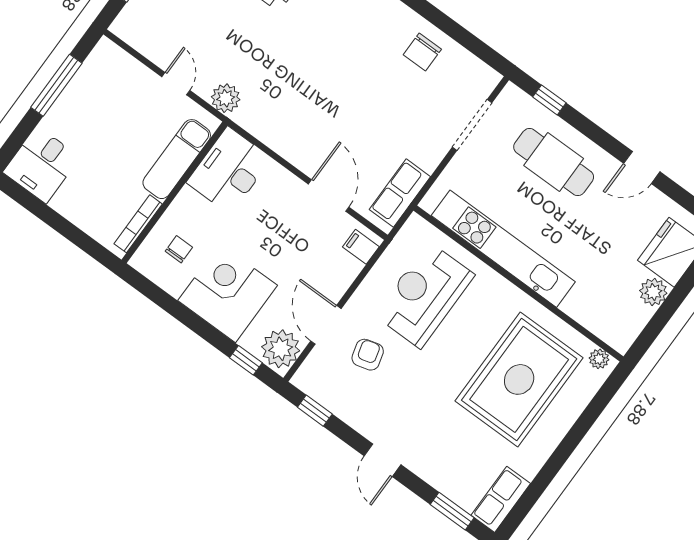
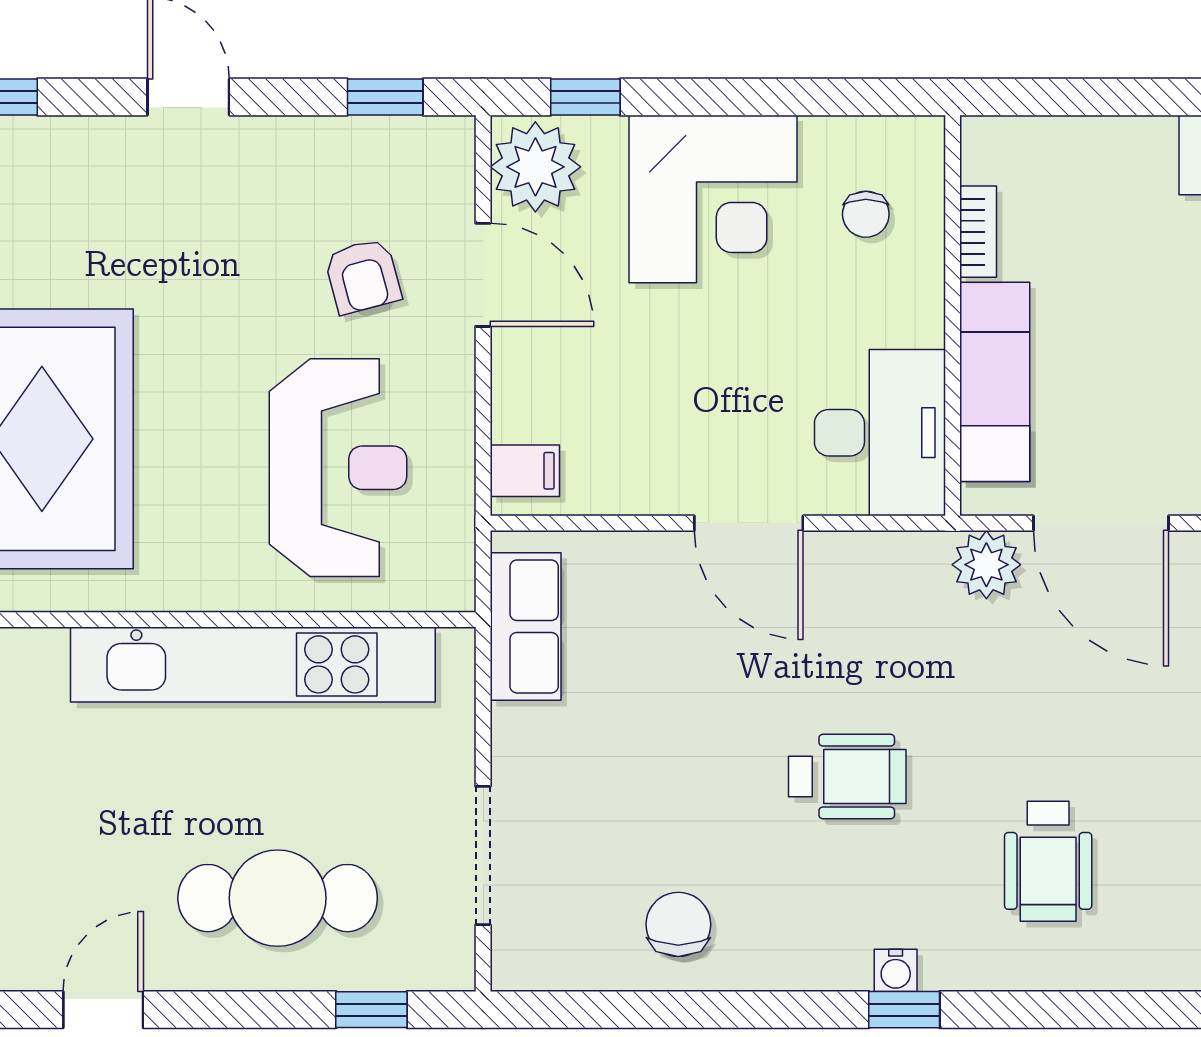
wheelchair: (327, 60) -> (847, 777), added
door: (176, 84) -> (1101, 523), width x1.88
door: (329, 196) -> (749, 523), moved
bookcase: (138, 224) -> (978, 232), width x0.64

